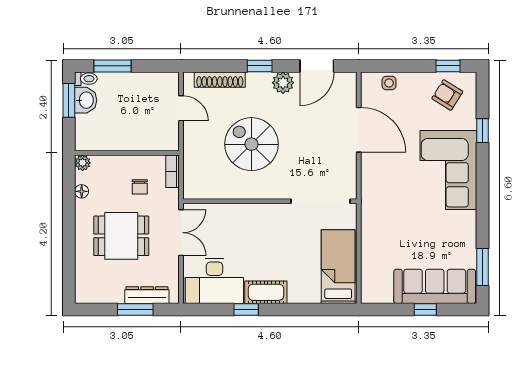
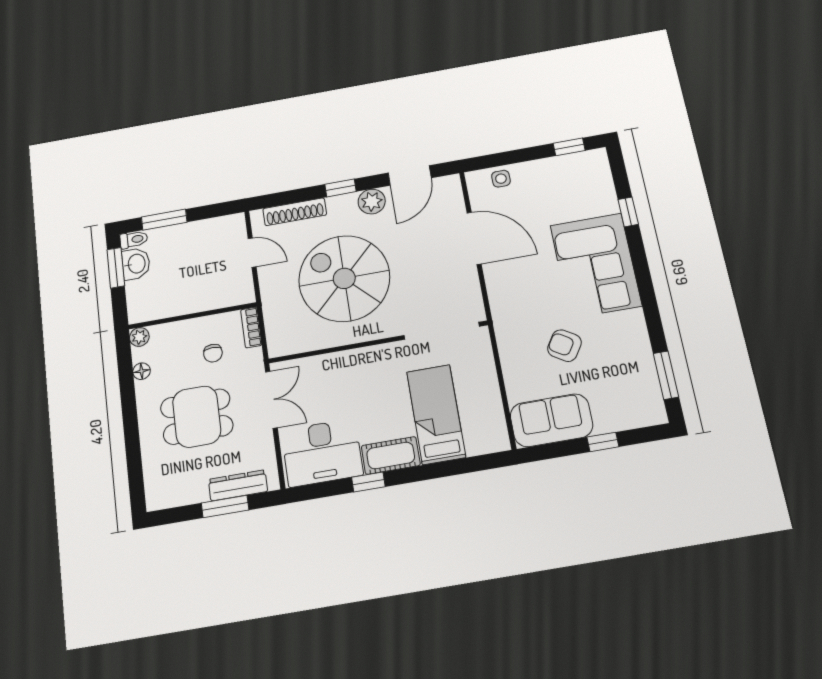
armchair: (447, 95) -> (564, 346), moved
spiral stairs: (251, 144) -> (344, 278), width x1.37, depth x1.37
bed: (338, 267) -> (436, 414), moved
sofa: (435, 286) -> (551, 420), moved, width x0.73

